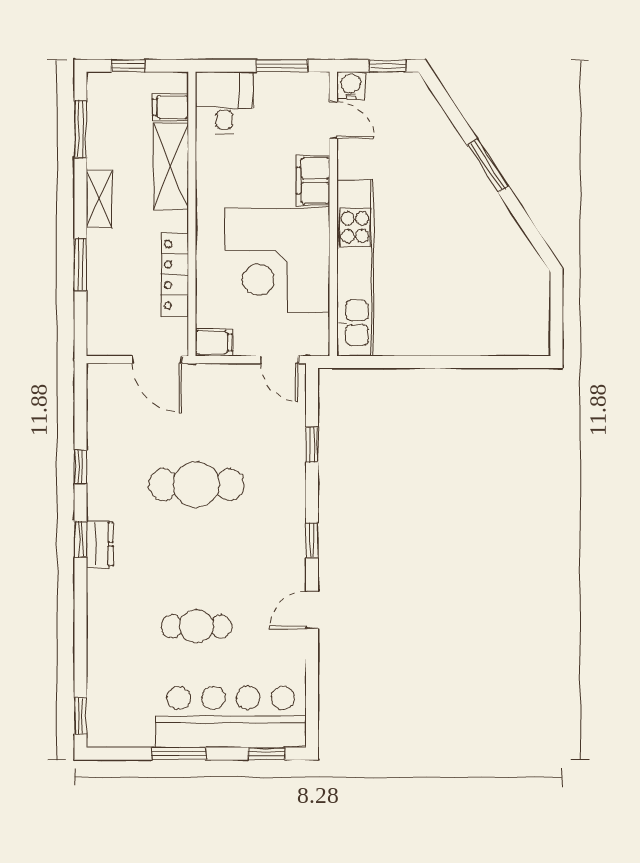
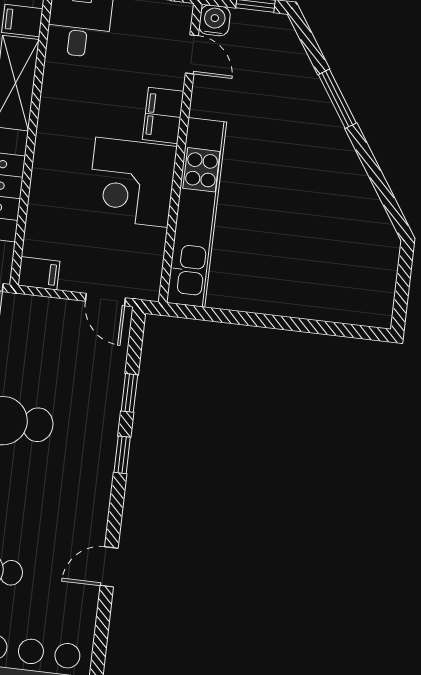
window: (488, 166) -> (337, 99), moved
corner desk: (277, 261) -> (132, 182), width x0.74, depth x0.74
window: (312, 540) -> (122, 455), moved

